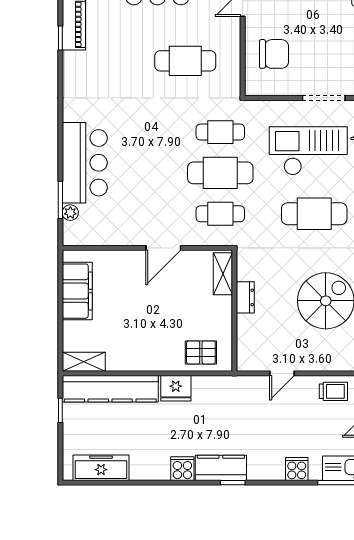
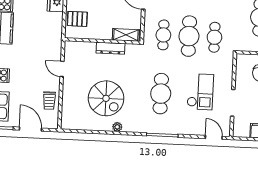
checkout: (308, 151) -> (200, 92), width x0.73, depth x0.83
dresser: (245, 297) -> (110, 48), width x1.44
pallet: (201, 352) -> (77, 19), turned 90

